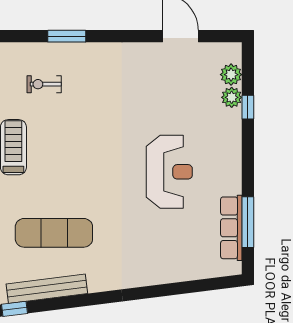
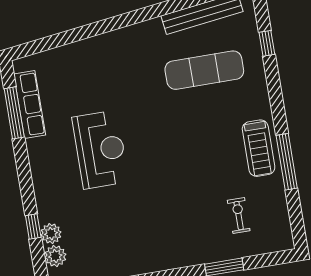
exercise bike: (44, 84) -> (239, 216), turned -90
reception desk: (169, 172) -> (100, 150), turned 180

